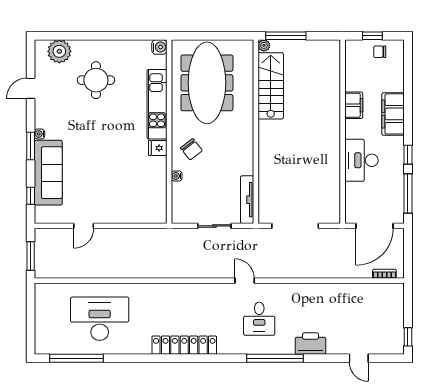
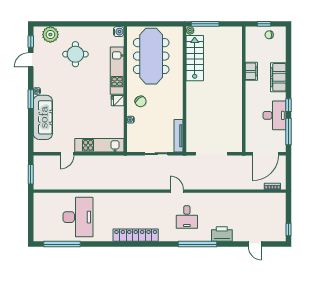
desk: (361, 160) -> (274, 115), moved, turned 180
window: (31, 196) -> (31, 41), moved
kitchen unit: (131, 214) -> (99, 145), added
desk: (100, 319) -> (78, 217), turned 90

